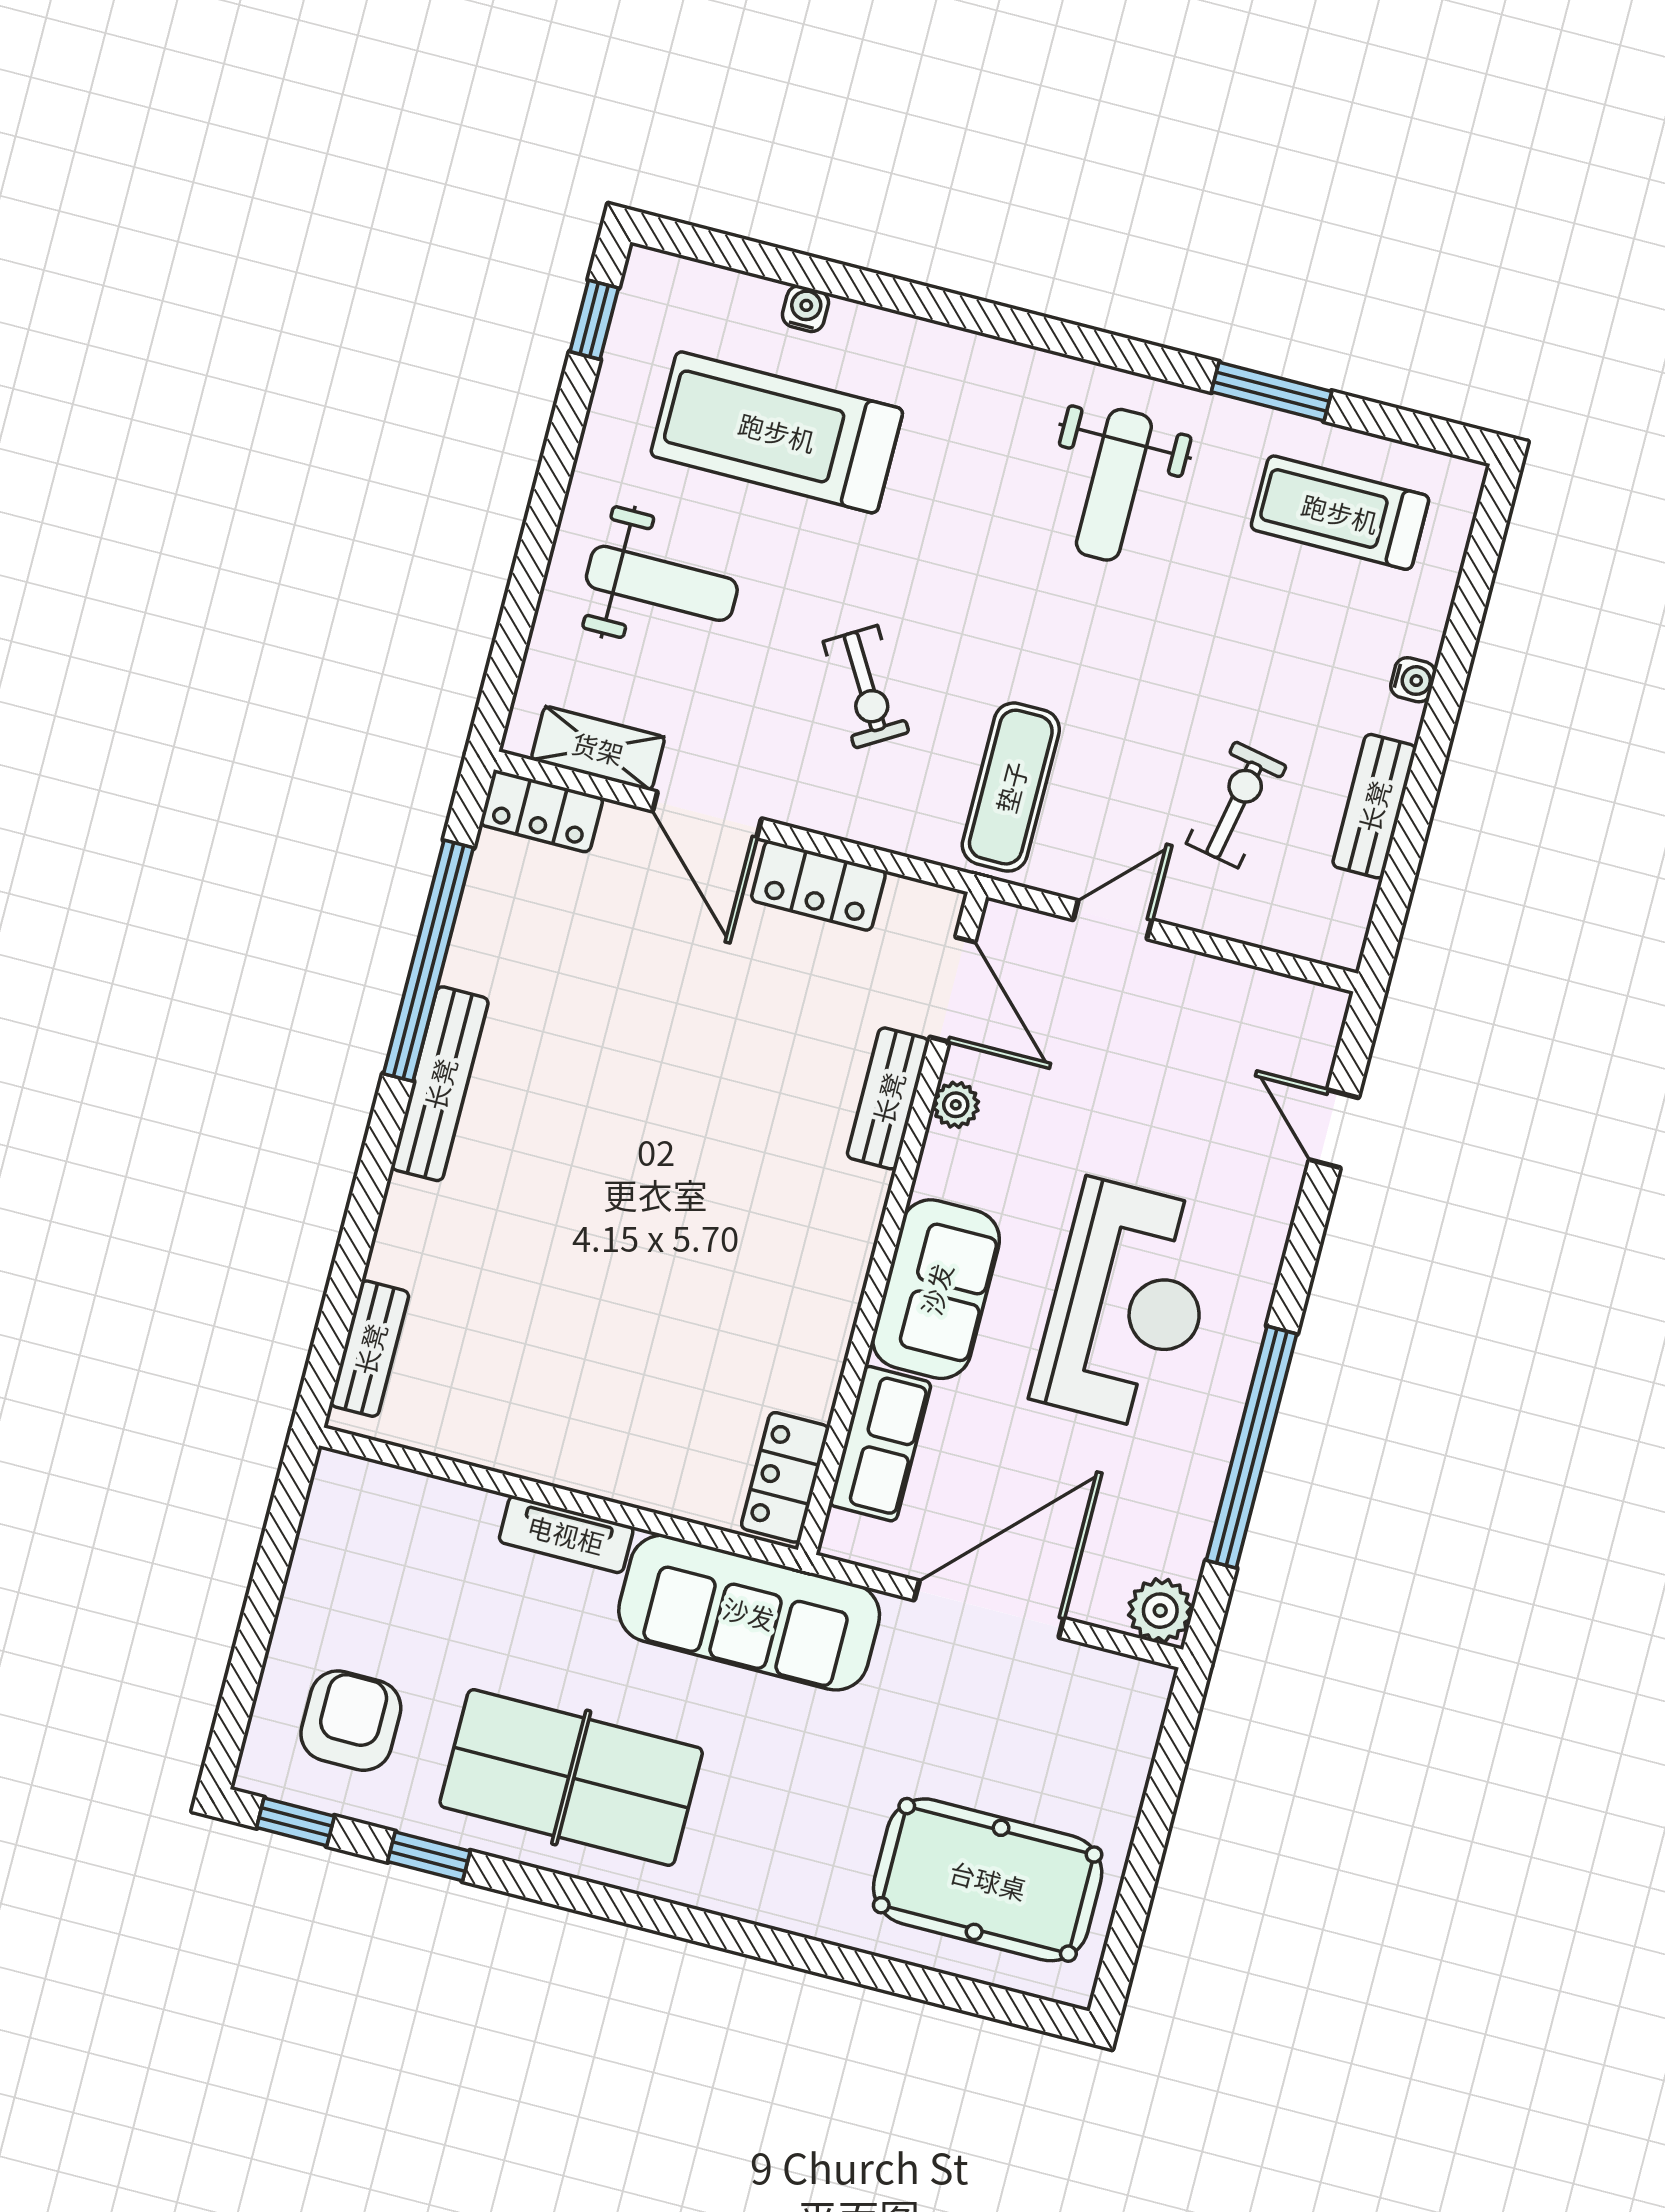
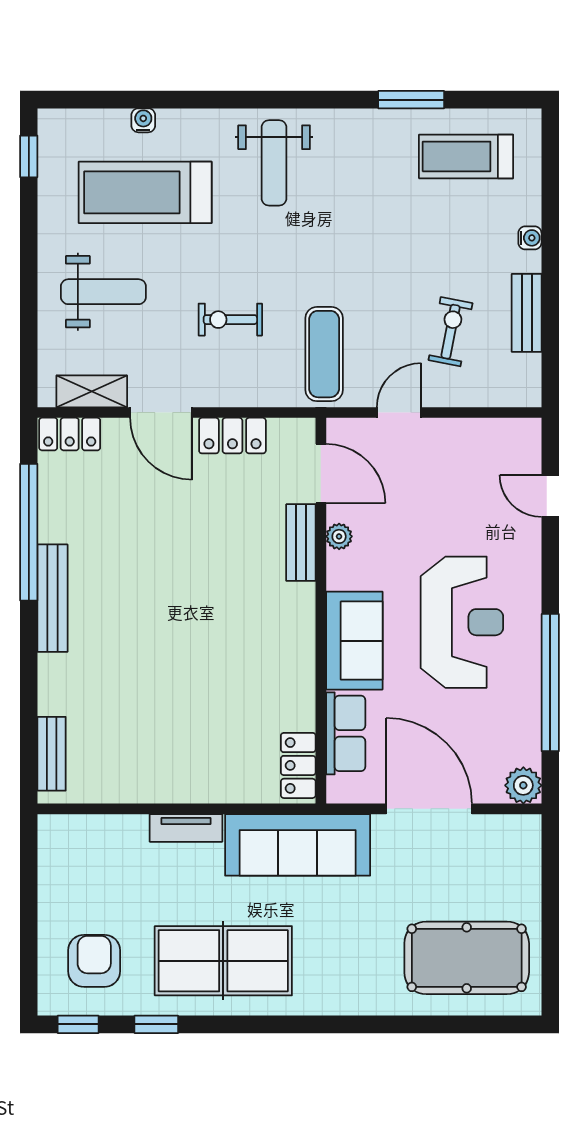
weight bench: (1114, 485) -> (274, 163), moved
exercise bike: (866, 687) -> (230, 320), turned 121
door: (989, 1609) -> (429, 809), hinge flipped

